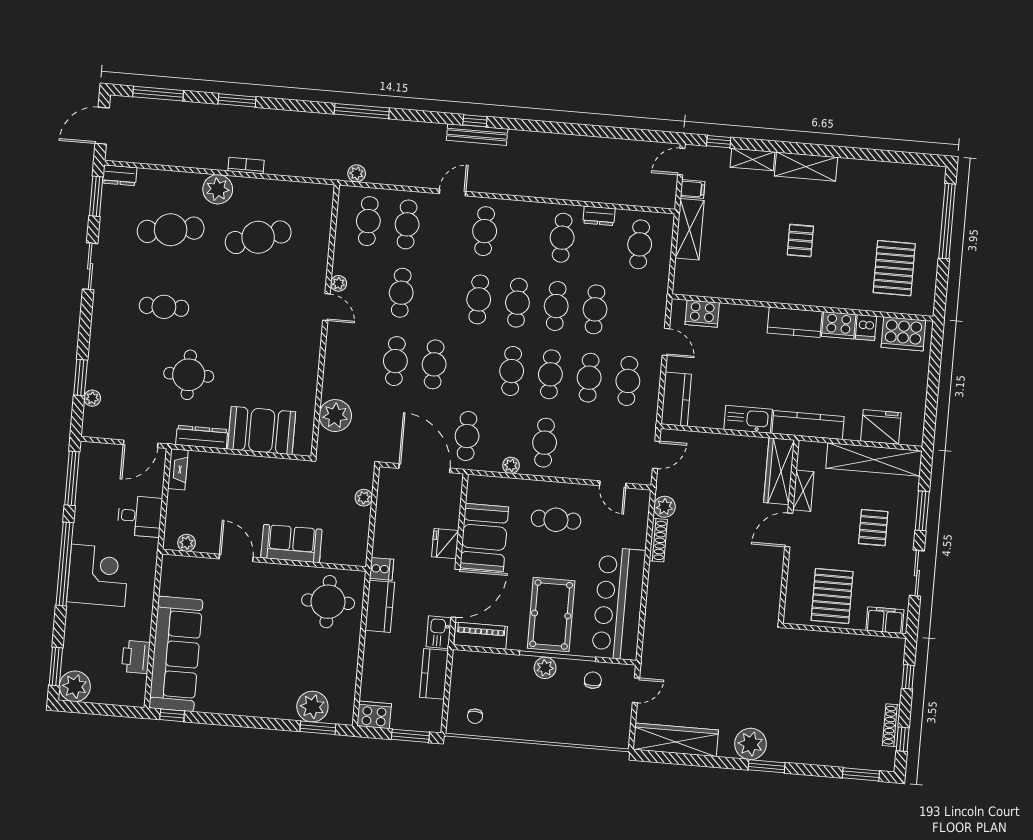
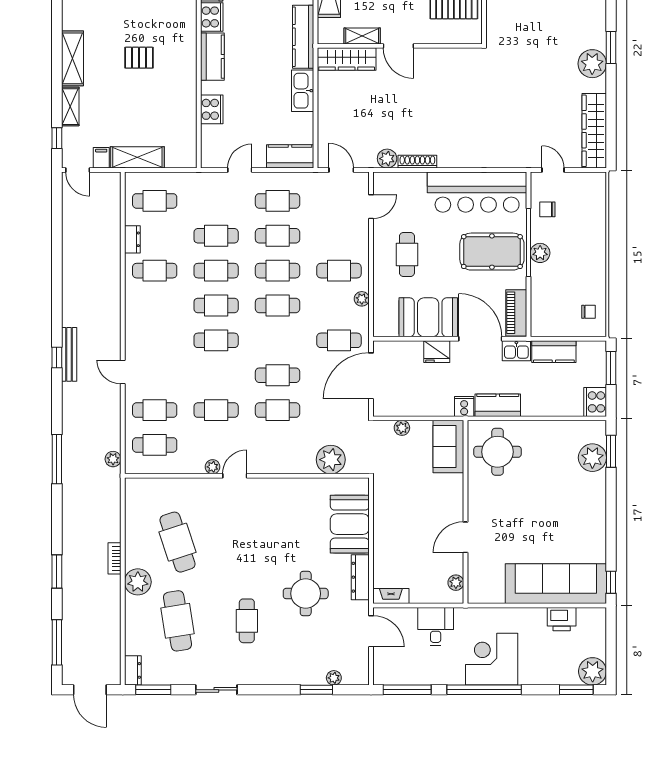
cafe table: (485, 231) -> (155, 340), removed
cooker: (702, 314) -> (212, 109), moved
sofa: (291, 544) -> (448, 447), moved

